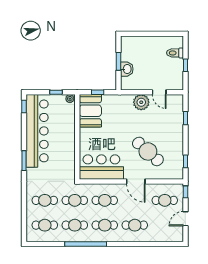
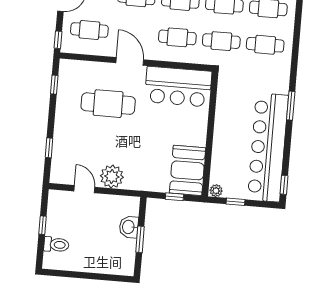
cafe table: (148, 151) -> (108, 104), turned -42

